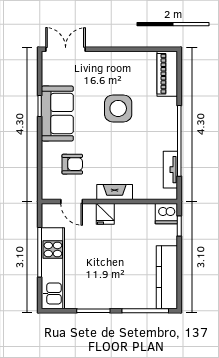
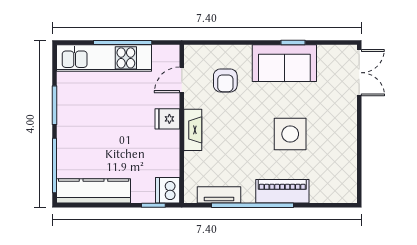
piano: (167, 74) -> (282, 191), moved

